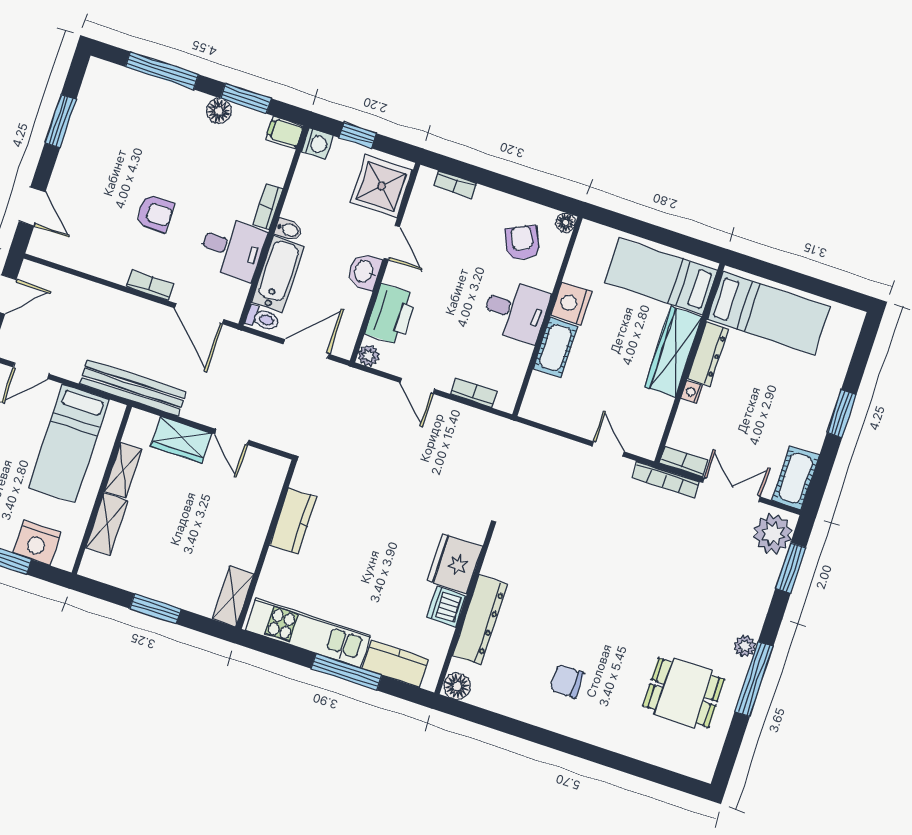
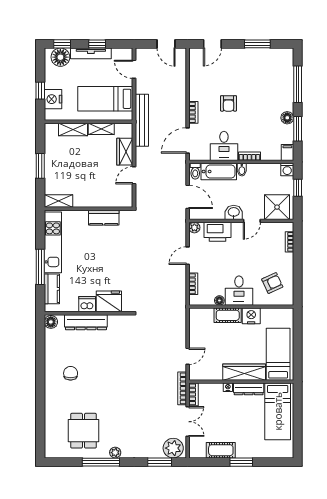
floor lamp: (566, 223) -> (219, 300), moved
cot: (796, 478) -> (221, 450), moved

